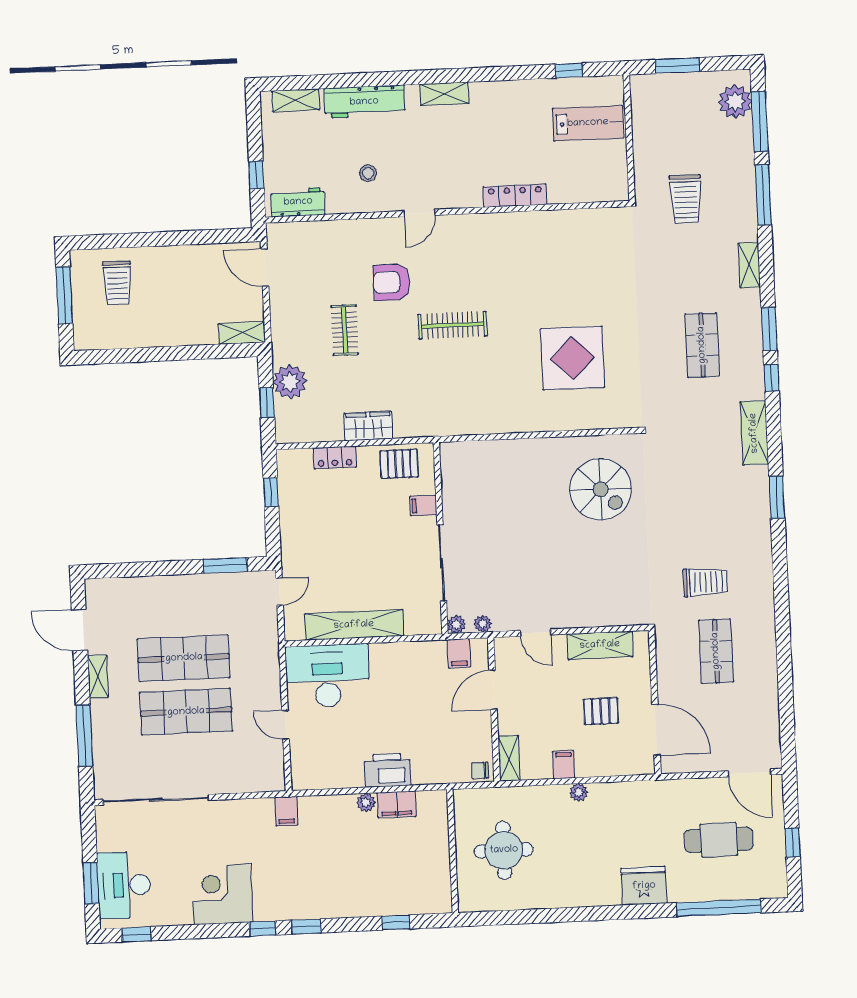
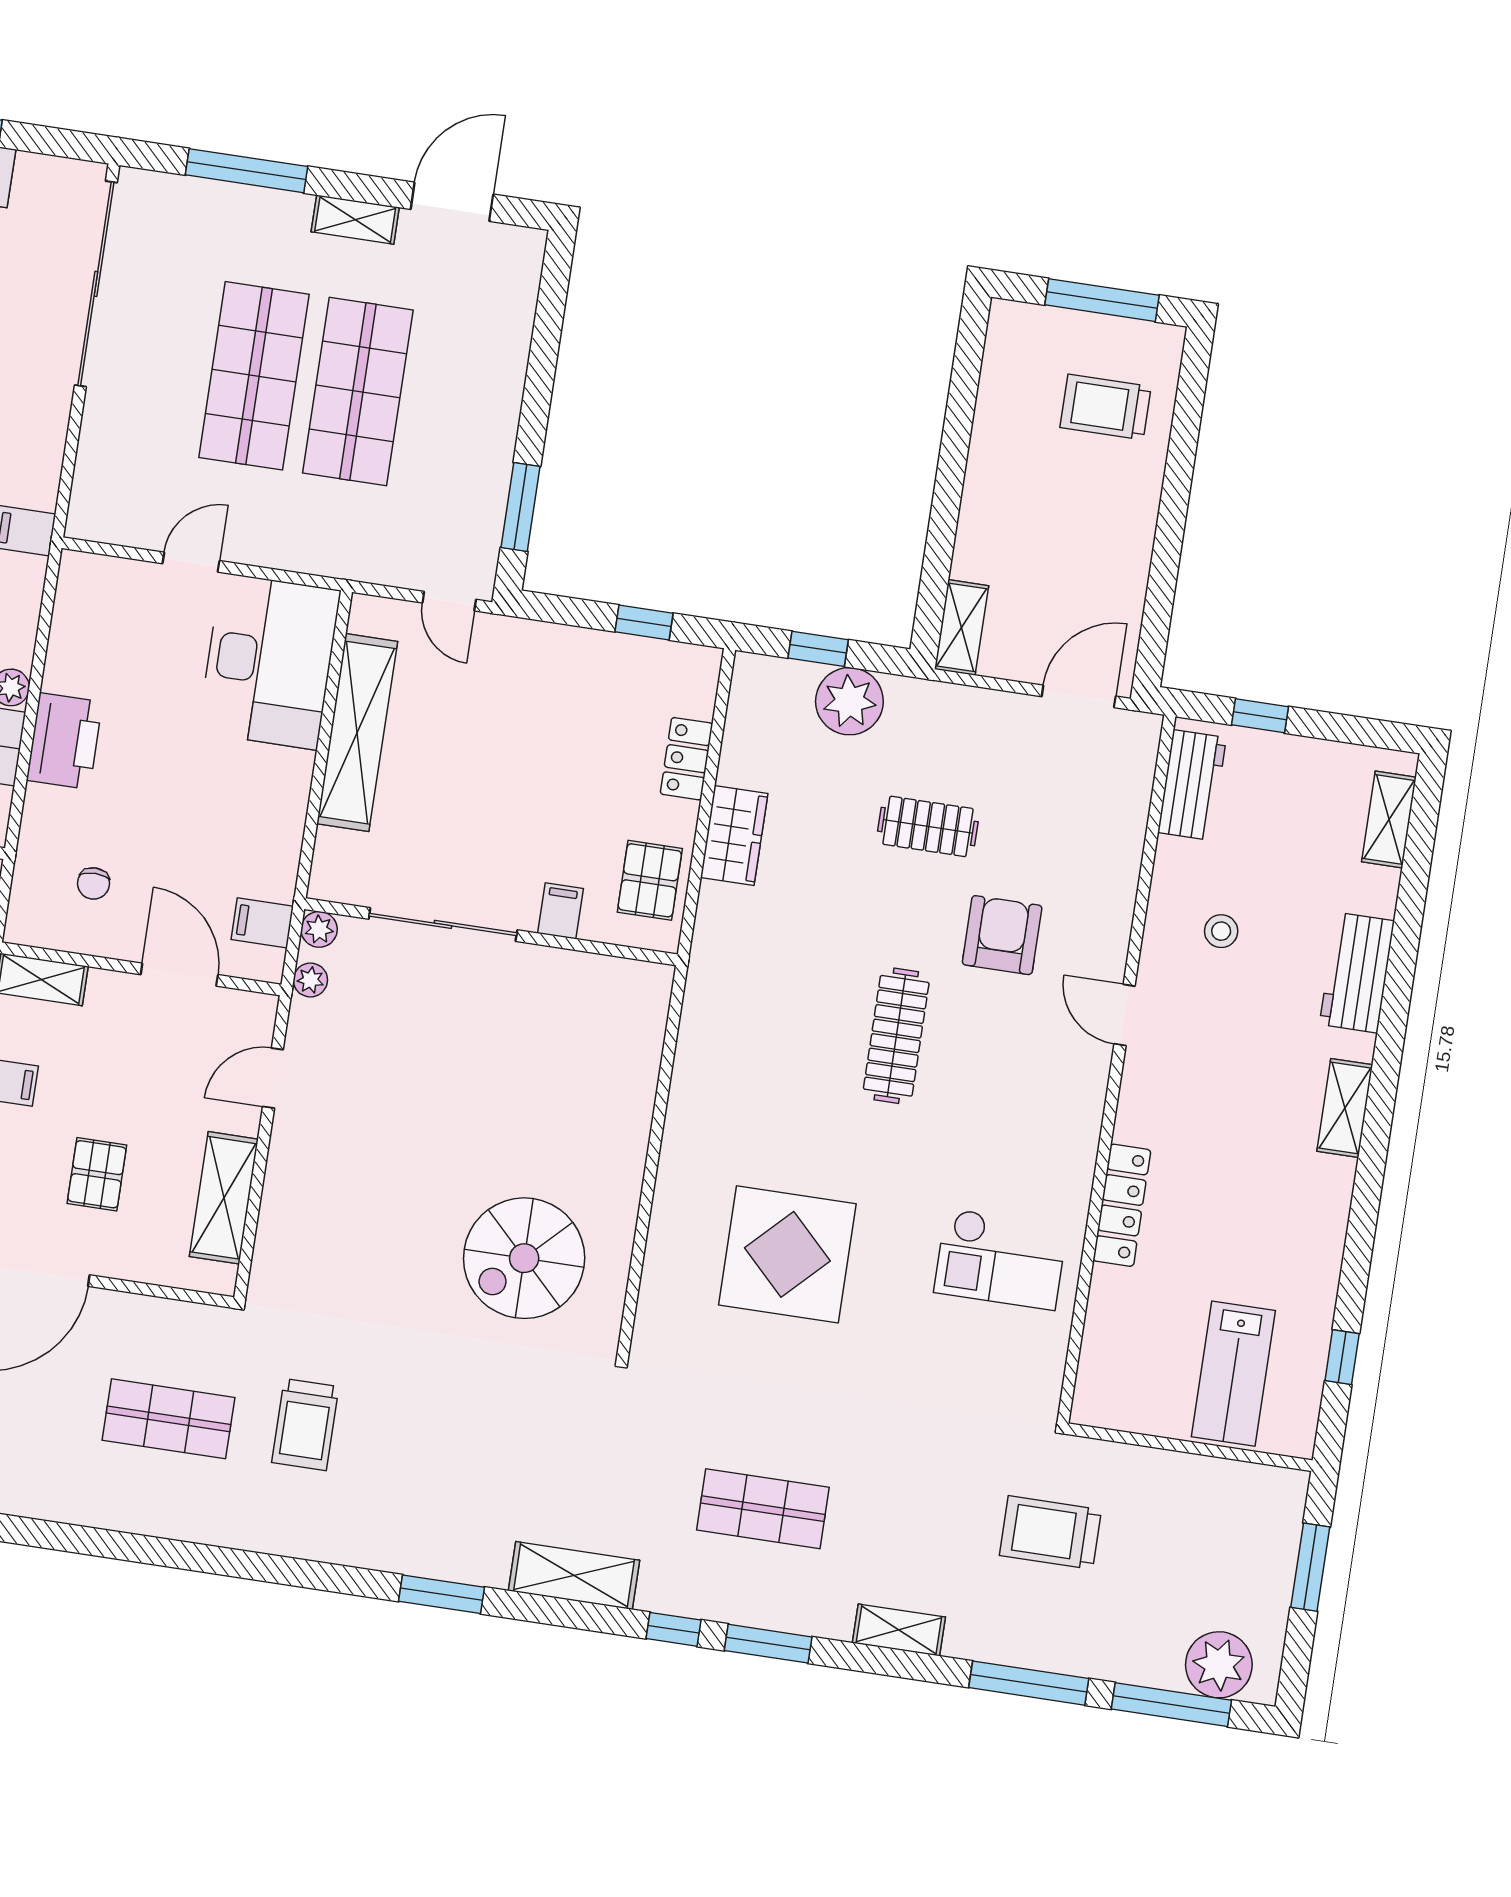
workbench: (364, 102) -> (1357, 973), width x0.73
checkout: (554, 251) -> (1001, 1259), added
chair: (480, 771) -> (93, 883), moved, turned 180

